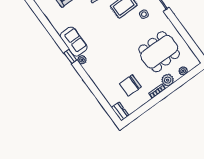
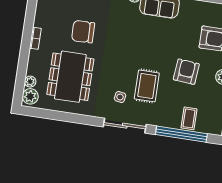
plant: (168, 80) -> (30, 96), moved
chair: (130, 85) -> (83, 32), moved, turned -91

